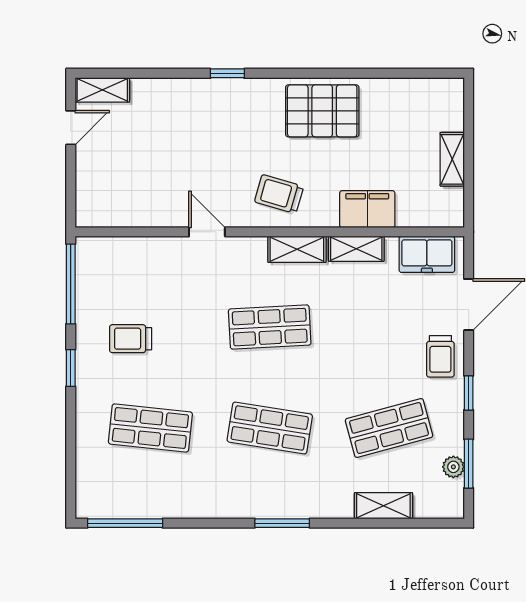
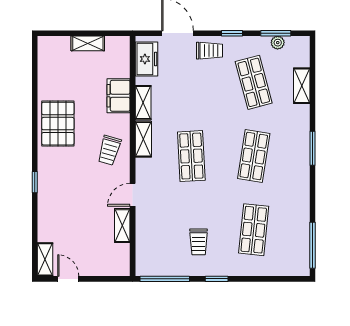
shelving: (157, 215) -> (122, 226), added

